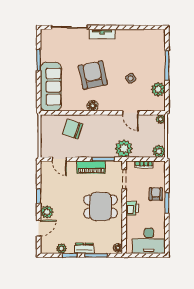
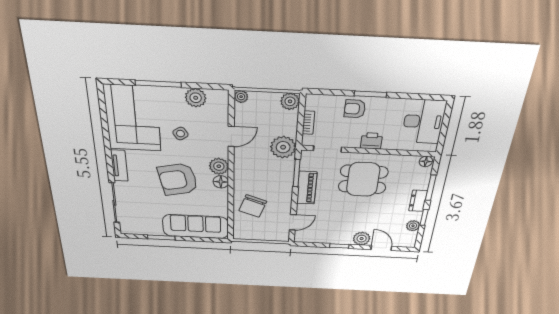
corner sofa: (141, 47) -> (133, 118), added
plant: (106, 104) -> (219, 166), added
dining table: (101, 206) -> (363, 179), turned 90

